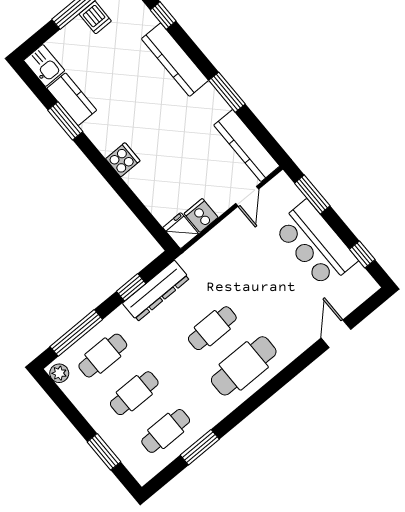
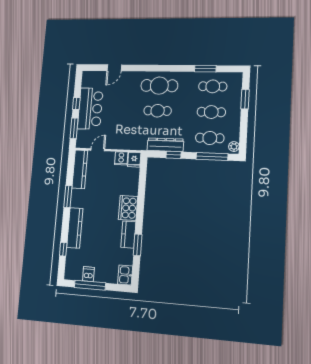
kitchen counter: (72, 99) -> (128, 234), moved
cooker: (123, 160) -> (128, 208), width x1.87, depth x1.31
window: (362, 254) -> (76, 103), moved

